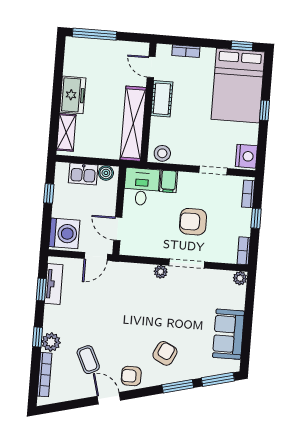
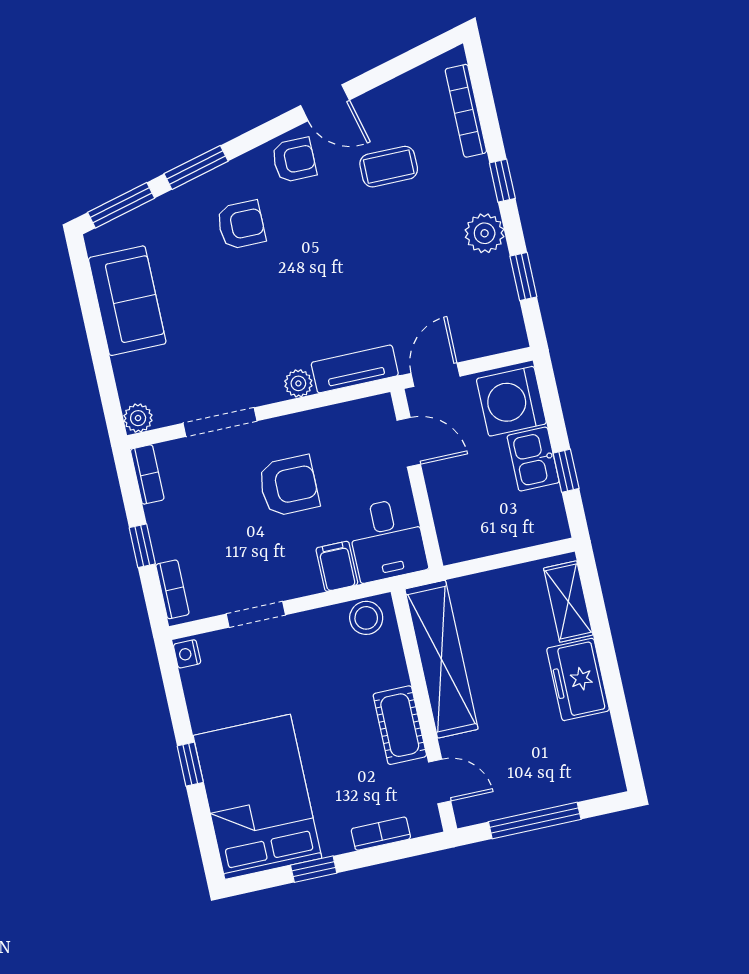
window: (95, 34) -> (535, 821), moved
window: (242, 46) -> (314, 869), moved
nightstand: (246, 156) -> (187, 654), width x0.53, depth x0.56
boiler: (106, 173) -> (466, 545), removed
kitchen sink: (83, 174) -> (533, 459), moved, turned -90
armchair: (193, 222) -> (289, 486), moved
doorway: (187, 264) -> (220, 422), moved
tv unit: (54, 284) -> (355, 369), moved, turned 90
plant: (51, 342) -> (485, 233), moved
armchair: (165, 353) -> (241, 225), turned -116
coffee table: (88, 360) -> (389, 167), turned -64

